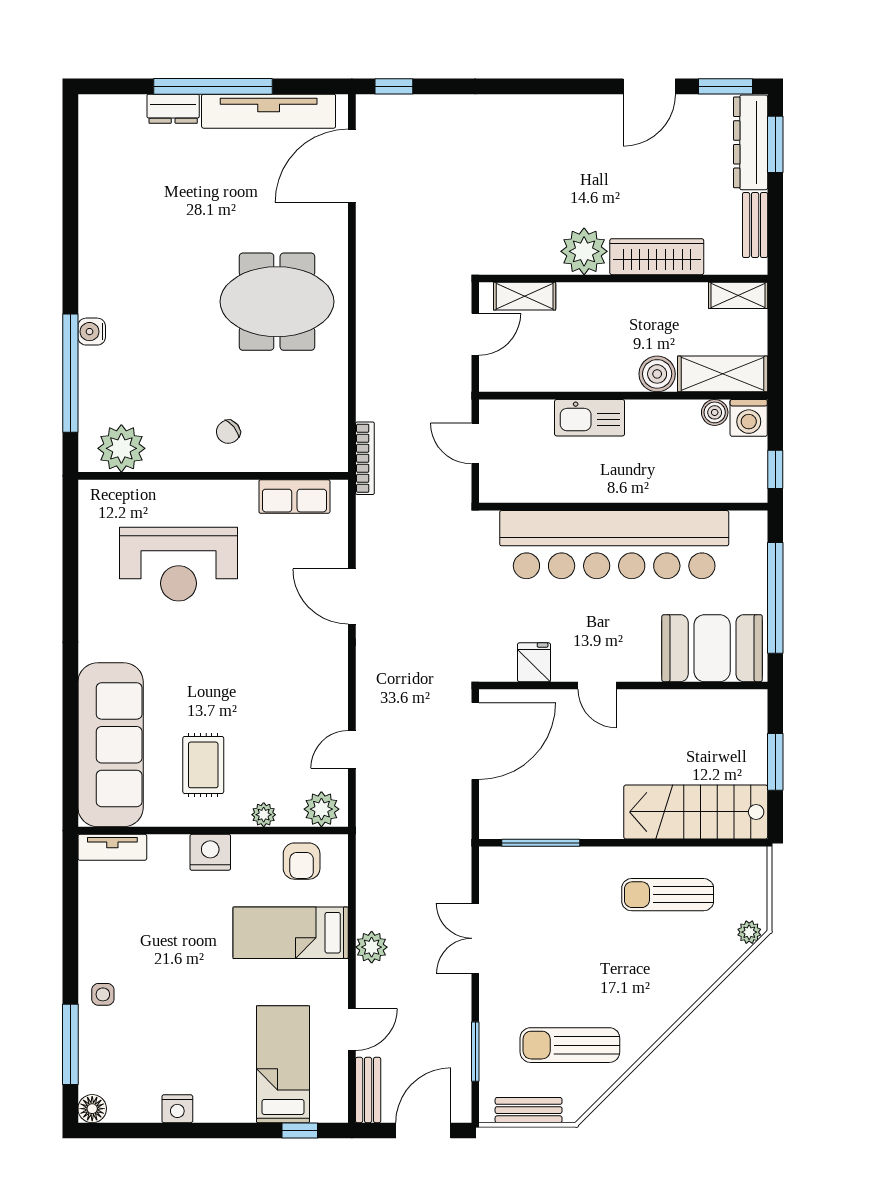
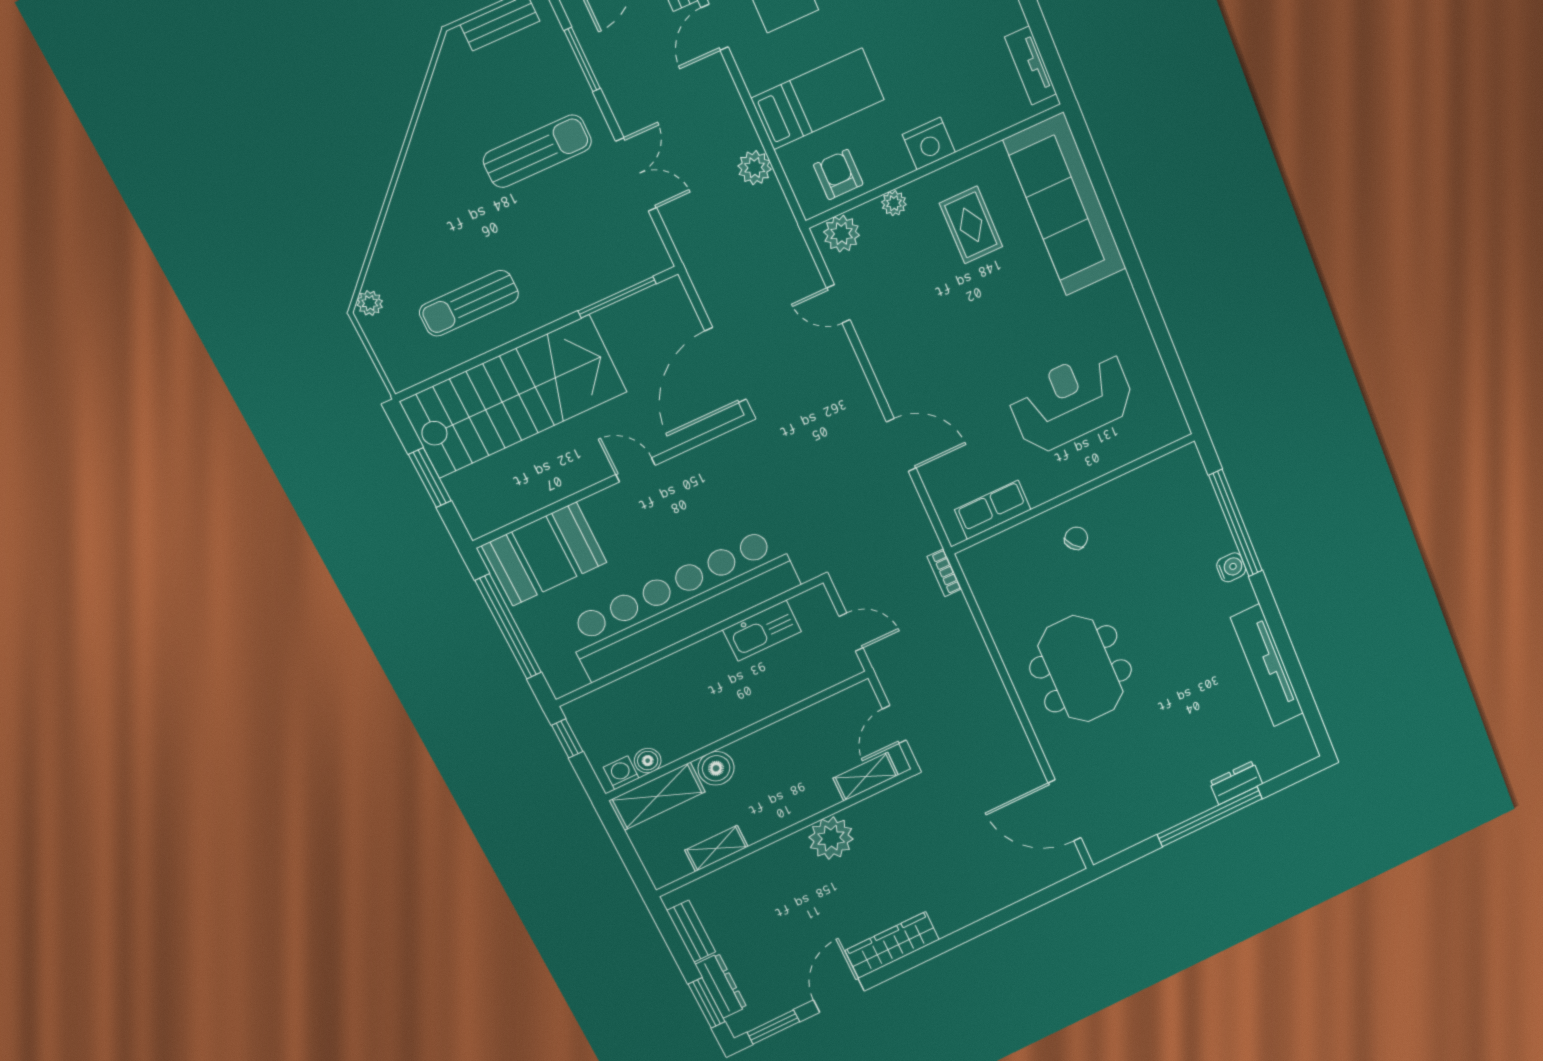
window: (394, 86) -> (1057, 890), removed
tv unit: (269, 111) -> (1267, 665), moved, turned -90
dresser: (751, 142) -> (721, 986), width x0.73, depth x0.80
door: (352, 166) -> (1065, 810), swing flipped
wardrobe: (657, 257) -> (892, 945), moved, turned 180
shelving: (738, 295) -> (716, 848), moved
meeting table: (277, 302) -> (1081, 669), turned 90
kitchen sink: (590, 418) -> (762, 631), moved, turned 180
washing machine: (749, 418) -> (621, 773), width x0.73, depth x0.73
plant: (121, 448) -> (1165, 479), removed
bookcase: (365, 458) -> (944, 573), width x0.64
fridge: (534, 662) -> (705, 464), removed
door: (352, 749) -> (838, 304), swing flipped
stairs: (696, 812) -> (514, 397), width x1.36, depth x1.51
tv unit: (112, 847) -> (1031, 66), moved, turned -90
sun lounger: (668, 895) -> (469, 303), turned 180
plant: (372, 947) -> (755, 168), moved
sun lounger: (570, 1045) -> (537, 151), moved

